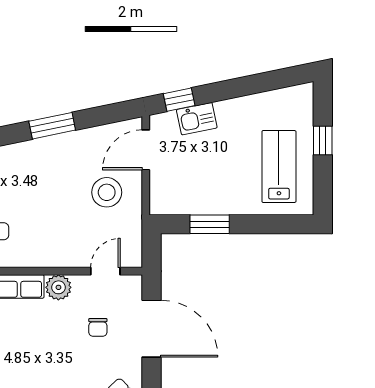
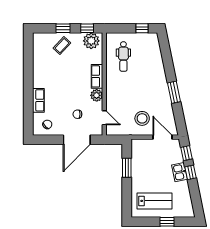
window: (219, 91) -> (190, 172), added
kitchen sink: (197, 119) -> (180, 172), moved

